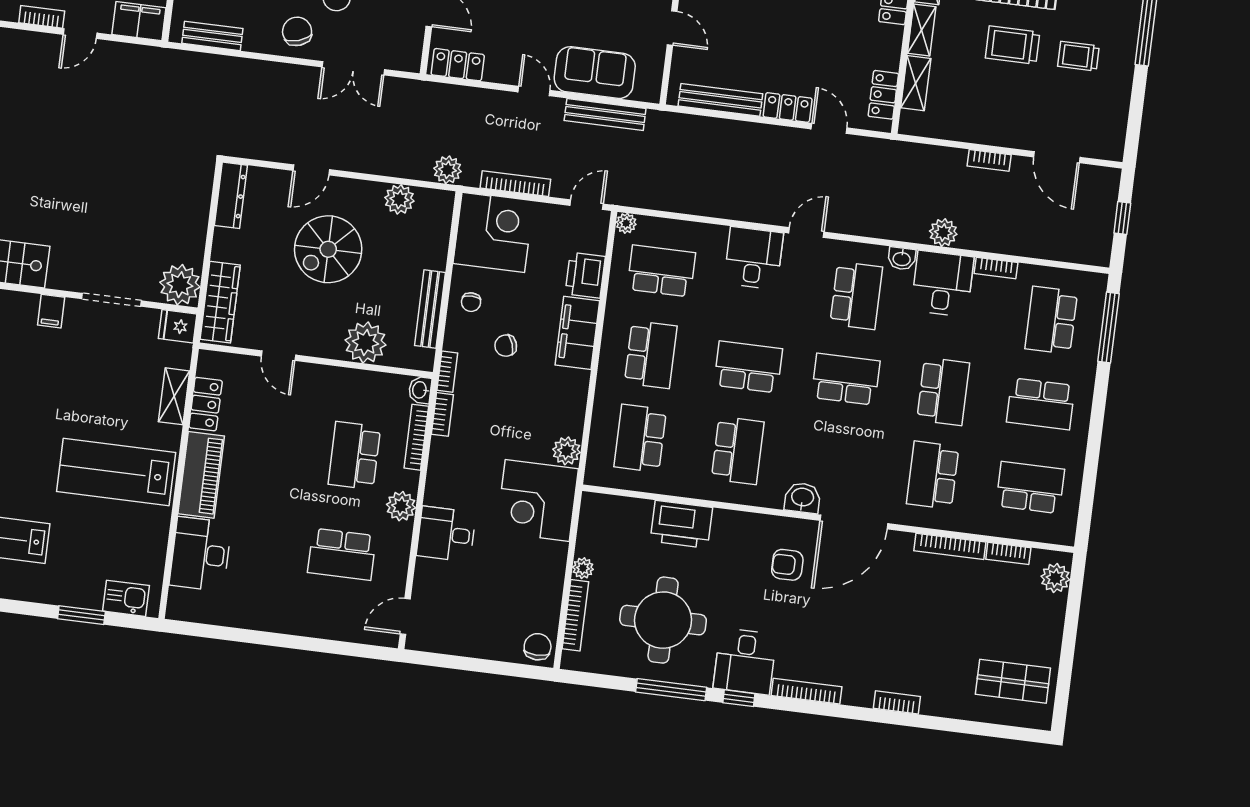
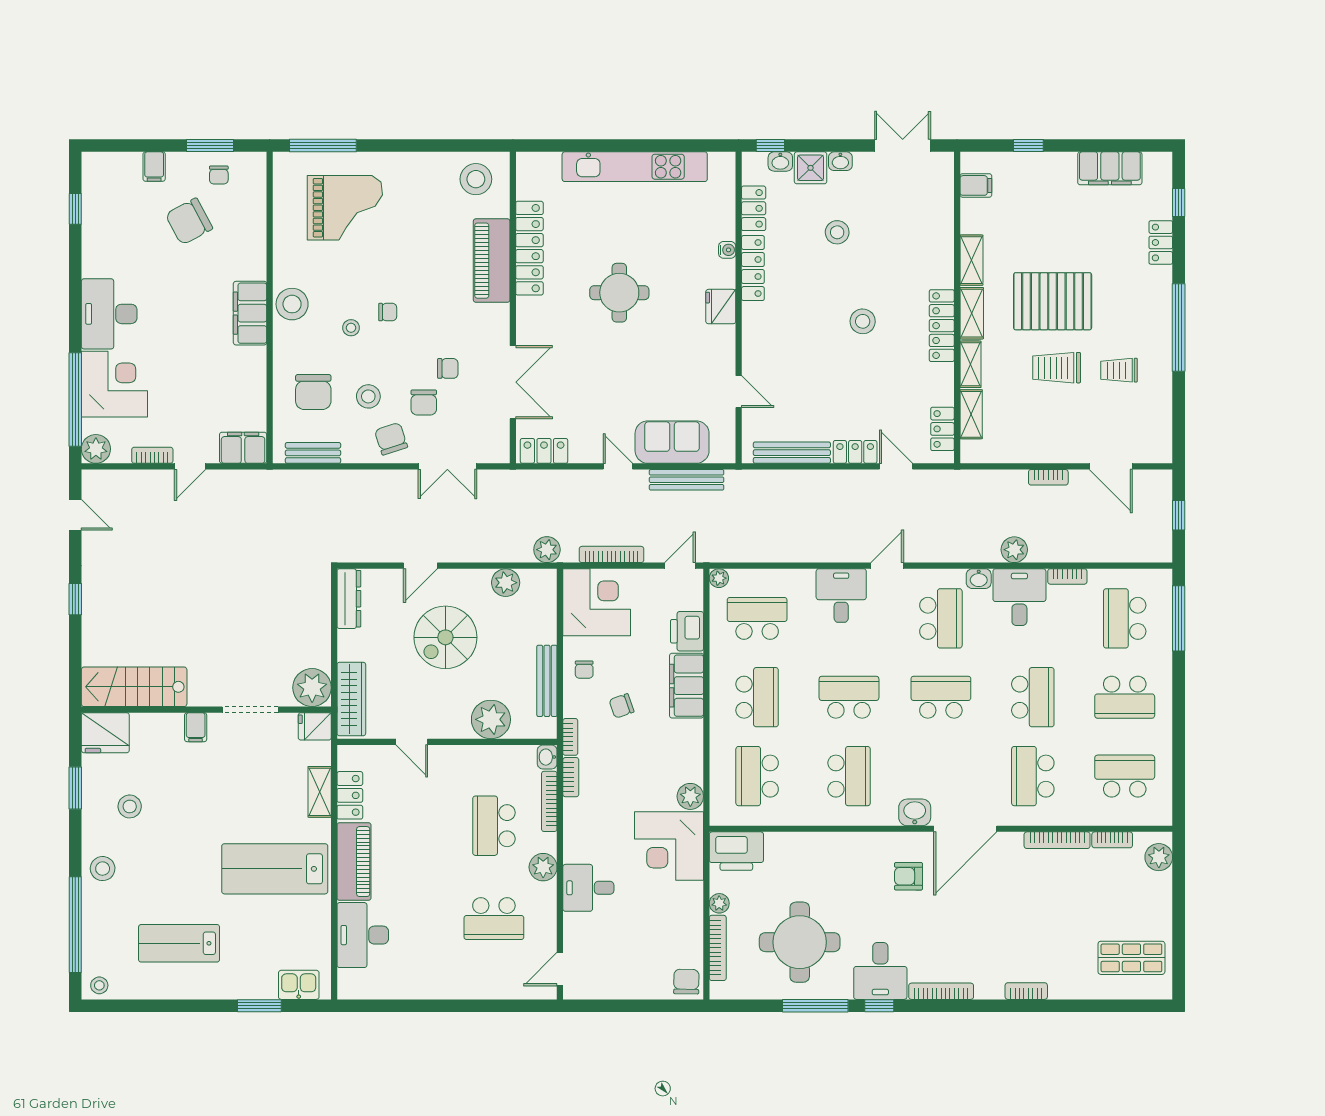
printer: (681, 524) -> (736, 851), moved

